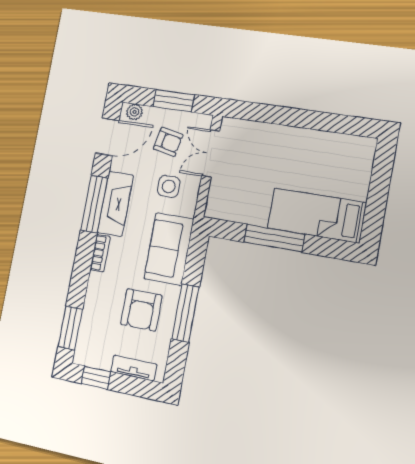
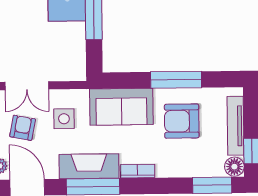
armchair: (141, 310) -> (182, 121), turned 180
floor lamp: (84, 355) -> (234, 167), added
tv unit: (134, 368) -> (236, 126), width x1.41

